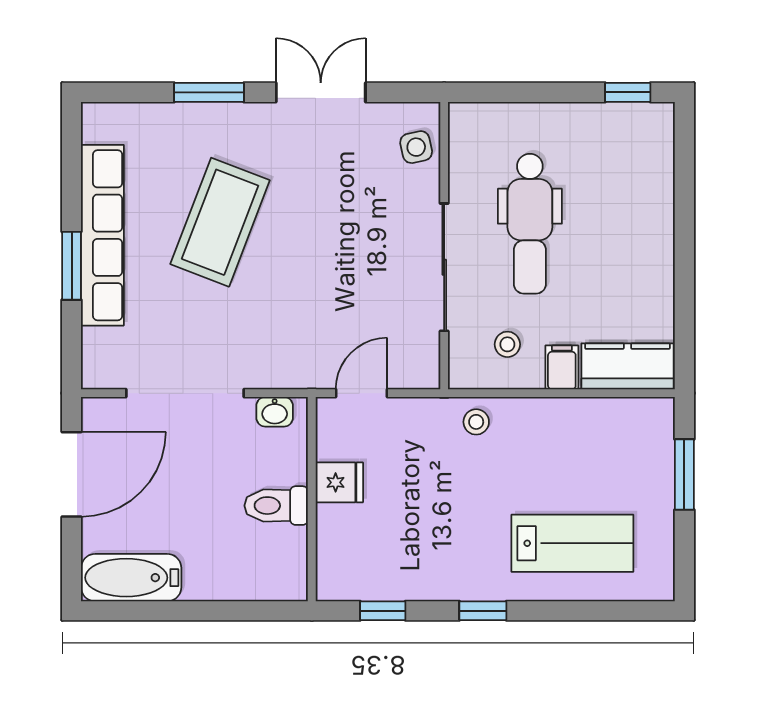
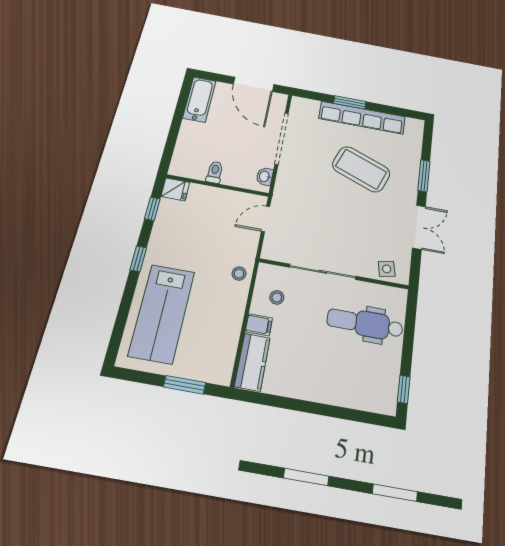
dental chair: (530, 224) -> (365, 323), moved
door: (362, 393) -> (266, 219), swing flipped
fridge: (339, 482) -> (175, 189), moved, turned -90
toilet: (276, 506) -> (215, 172), width x0.73, depth x0.72
lab bench: (572, 543) -> (162, 313), width x1.36, depth x1.39

